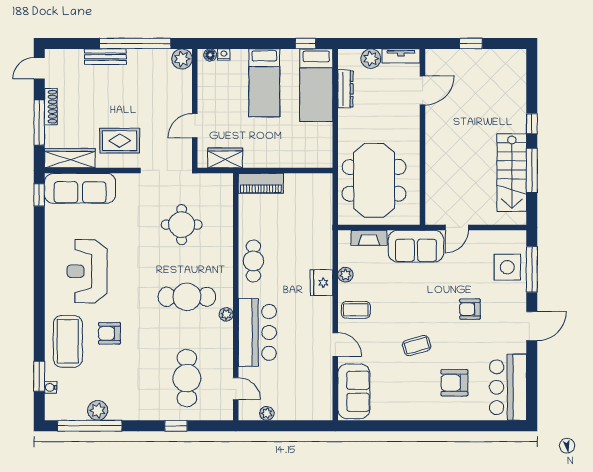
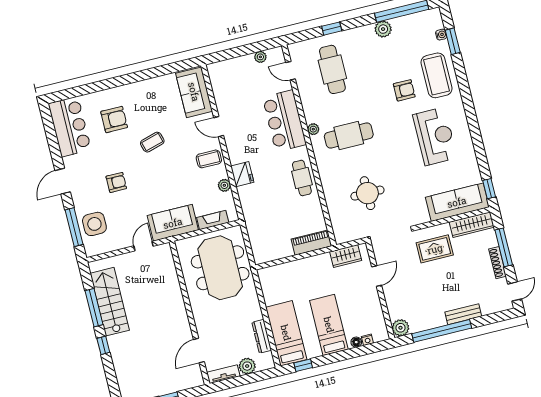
floor lamp: (210, 55) -> (356, 342), moved
plant: (98, 410) -> (383, 29), moved

